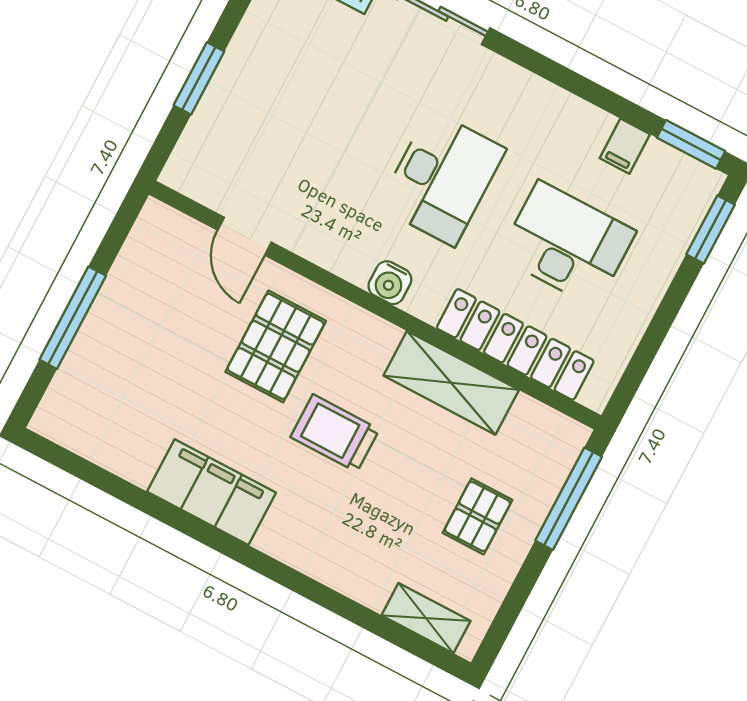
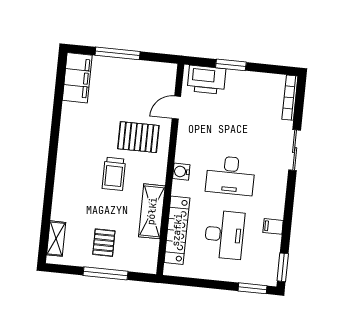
printer: (210, 145) -> (206, 80), added
filing cabinet: (625, 146) -> (273, 226), moved
trolley: (335, 433) -> (114, 174), turned 180
filing cabinet: (211, 492) -> (77, 78), moved
window: (569, 499) -> (106, 273), moved
pallet: (477, 516) -> (104, 243), turned 90

